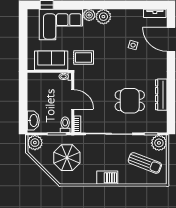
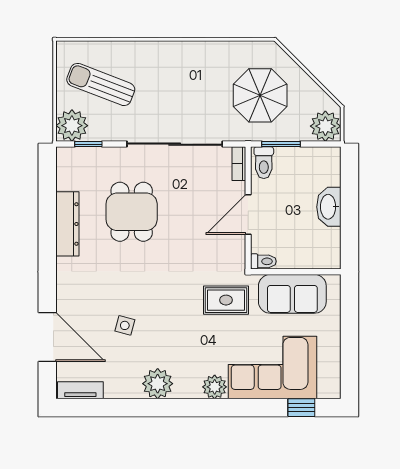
plant: (103, 17) -> (158, 384), moved
door: (73, 99) -> (248, 215), hinge flipped
dining table: (130, 101) -> (132, 212), turned 90
washbasin: (33, 120) -> (329, 207), moved
barbecue: (107, 178) -> (178, 54), removed

